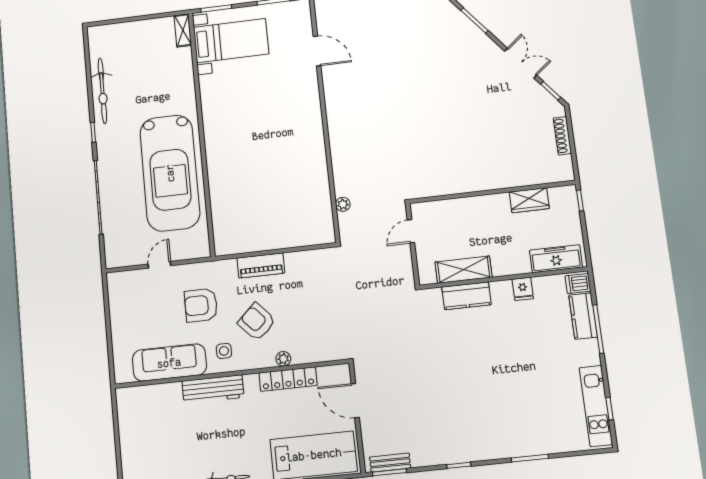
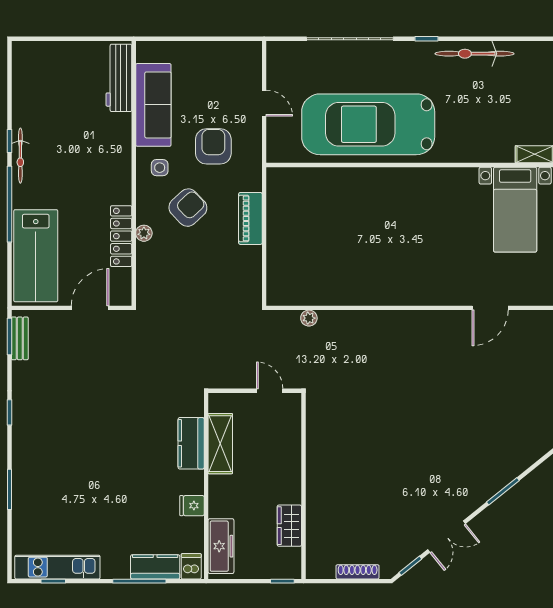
workbench: (213, 389) -> (119, 78), moved

